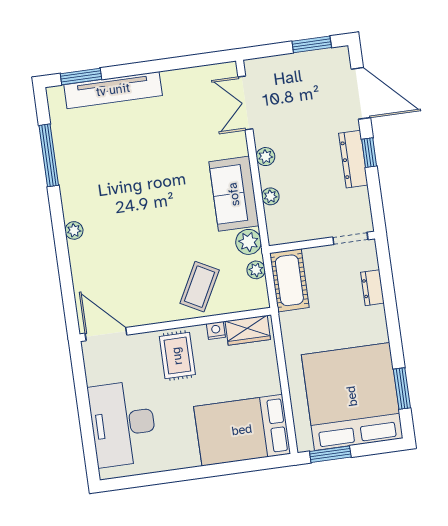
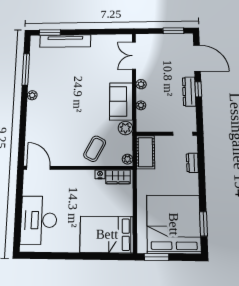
plant: (74, 230) -> (32, 95), moved
plant: (256, 270) -> (127, 159), moved
rug: (177, 356) -> (76, 185), removed

